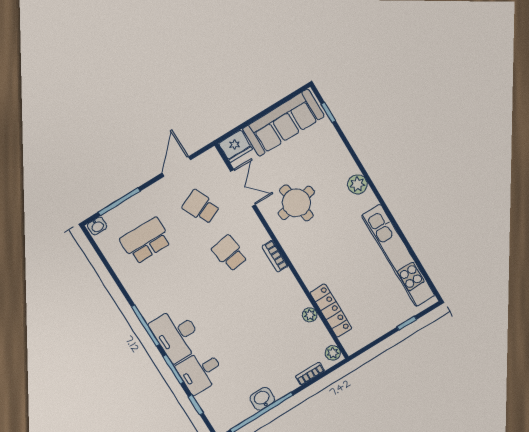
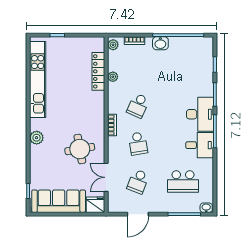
school desk: (201, 207) -> (138, 181), turned 45
school desk: (258, 299) -> (138, 106), added
desk: (200, 371) -> (200, 145), moved
washbasin: (262, 399) -> (160, 43), moved

